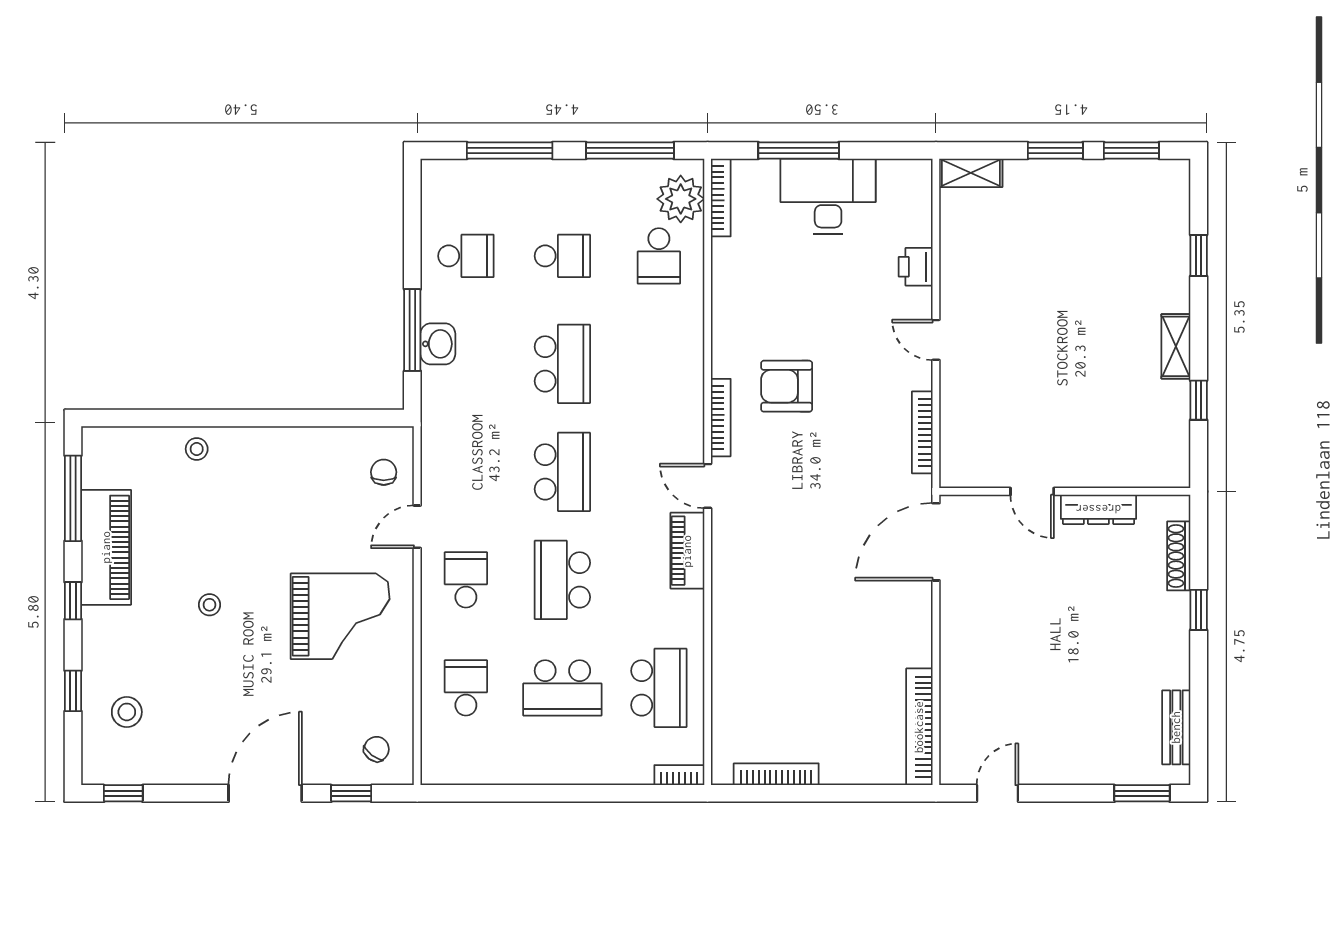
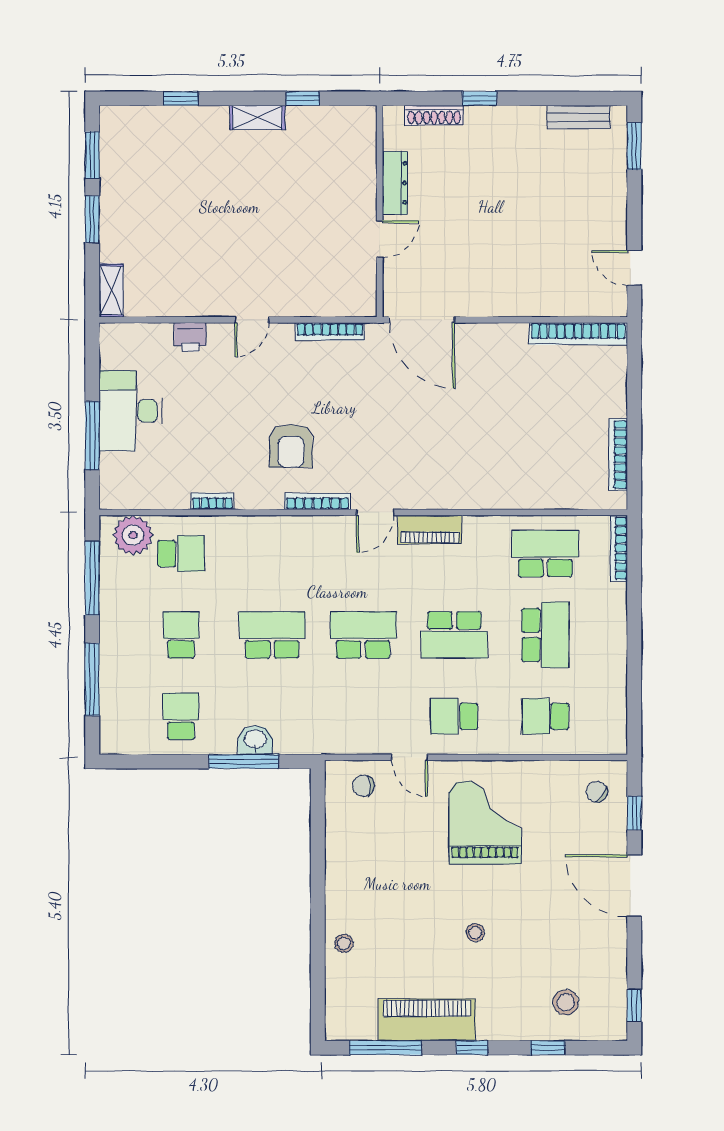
bookcase: (721, 198) -> (212, 501), moved, width x0.64
bookcase: (679, 775) -> (619, 548), width x1.56

